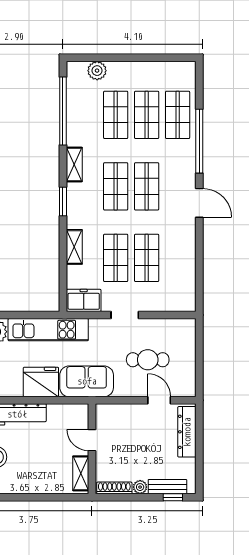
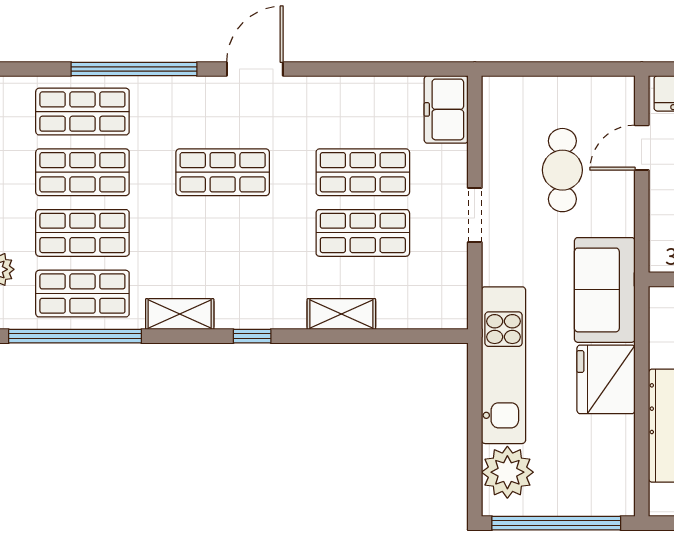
shop shelf: (116, 186) -> (82, 294), moved
window: (63, 201) -> (252, 336), width x0.67
freezer: (84, 300) -> (446, 109), moved

